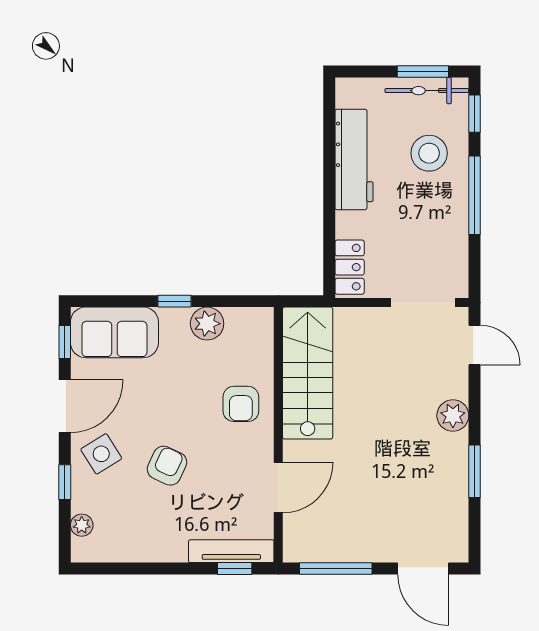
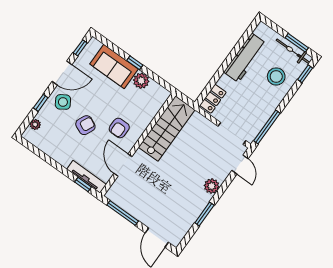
window: (475, 195) -> (267, 127), moved
sofa: (114, 332) -> (114, 66), moved
armchair: (241, 404) -> (119, 128), moved
door: (278, 488) -> (123, 165), swing flipped

